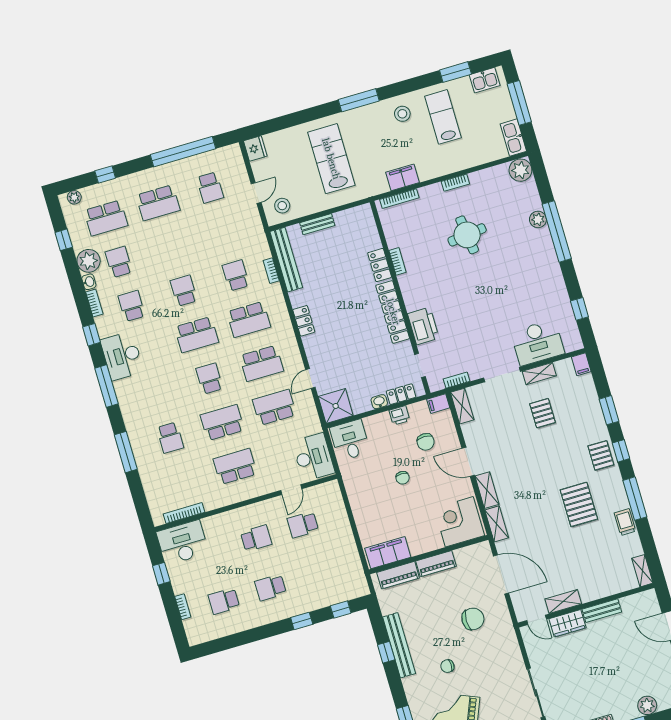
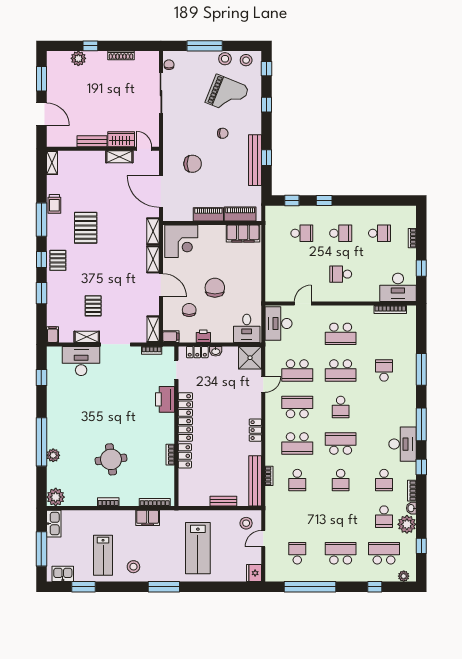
school desk: (249, 319) -> (297, 444), turned 180
chair: (403, 478) -> (215, 288), width x1.87, depth x1.87
school desk: (303, 525) -> (302, 233), moved
chair: (473, 619) -> (193, 164), turned 180

